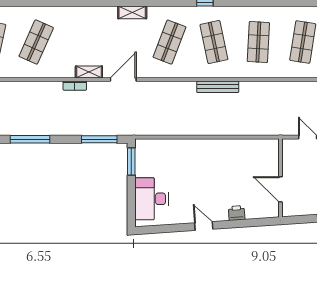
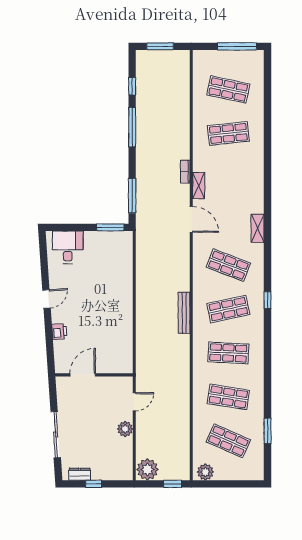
shop shelf: (36, 42) -> (228, 133), turned -30
desk: (151, 199) -> (68, 247), width x0.73

